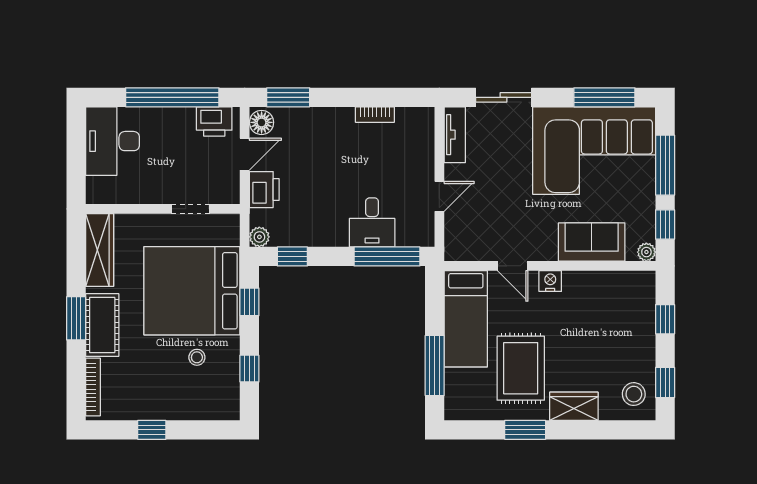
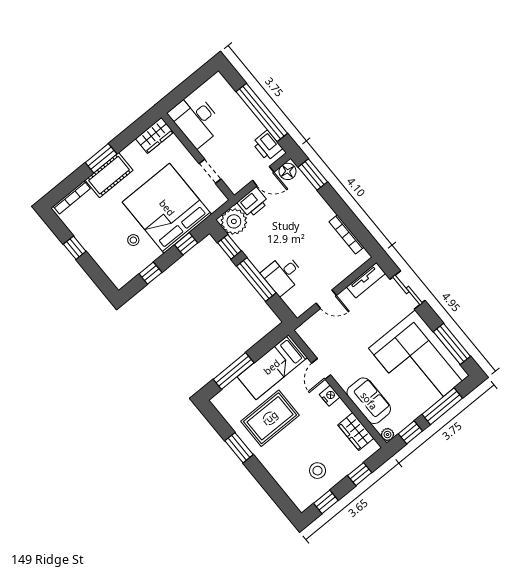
bookcase: (375, 115) -> (346, 234), width x1.56
desk: (113, 141) -> (196, 120), moved, turned -90
plant: (259, 237) -> (234, 221), width x1.87, depth x1.87
wardrobe: (100, 250) -> (155, 135), width x0.67
window: (387, 256) -> (256, 279), moved
stool: (634, 394) -> (318, 471), moved
wardrobe: (574, 406) -> (356, 432), moved, turned 180

